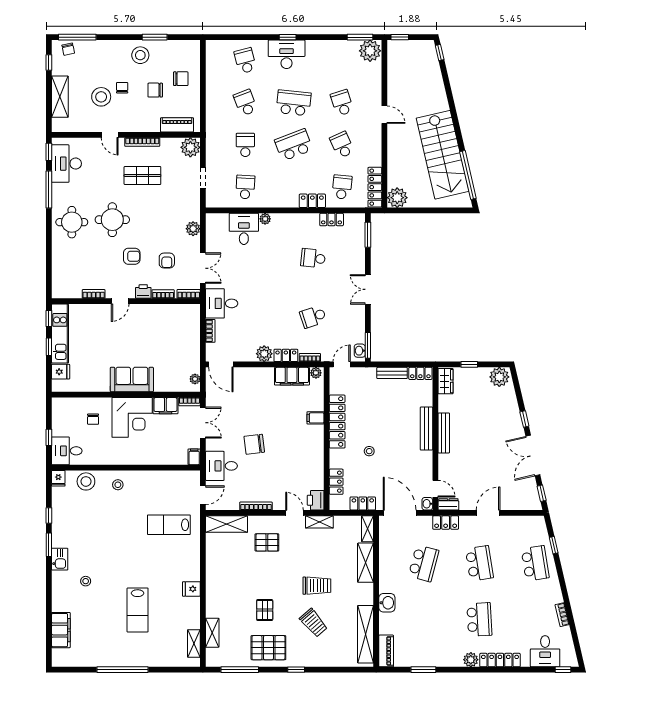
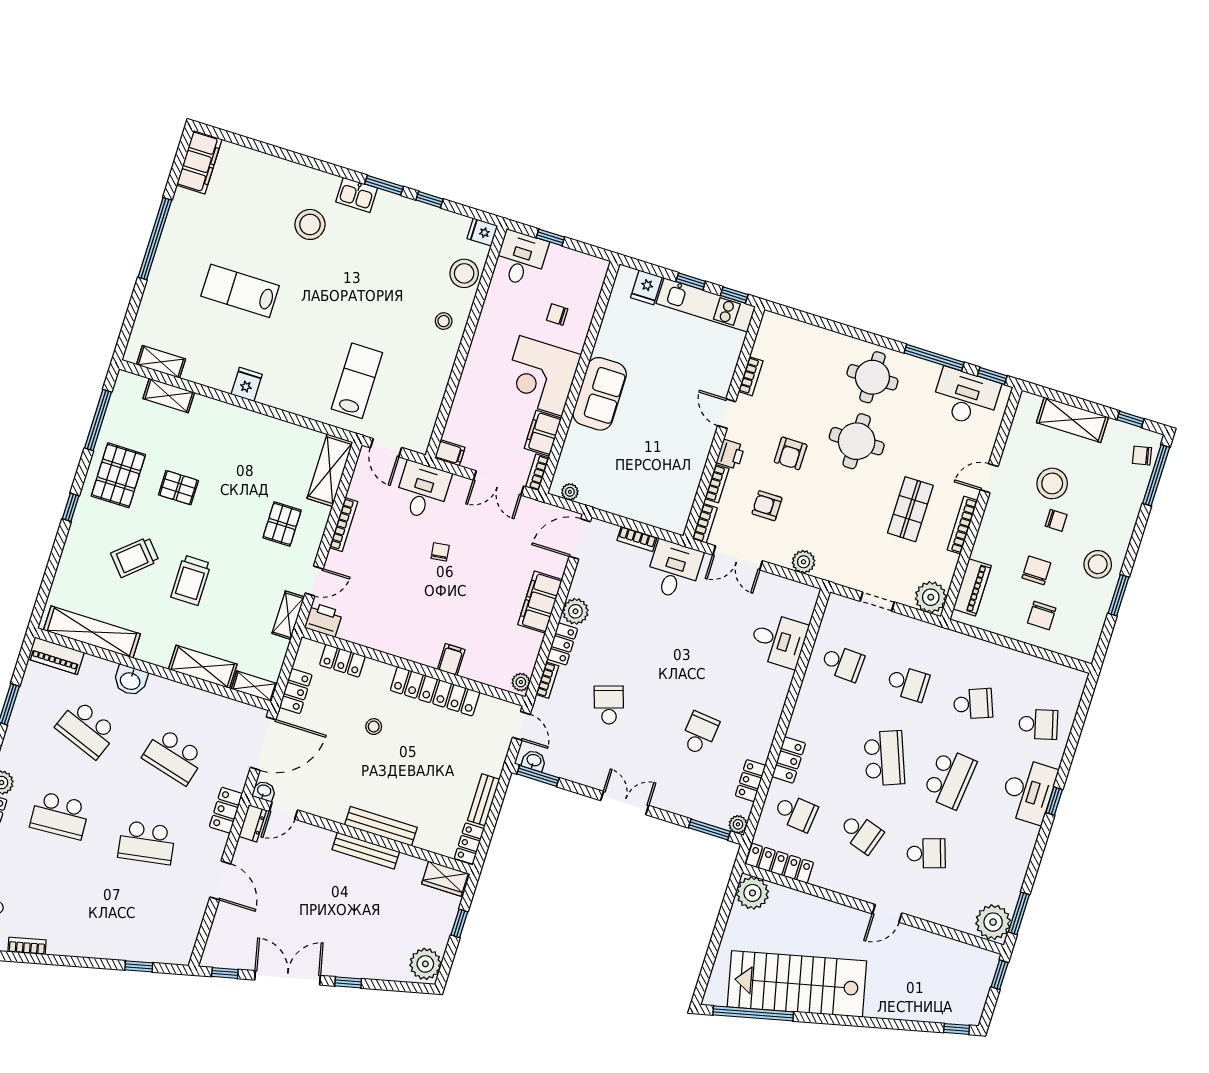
school desk: (342, 145) -> (861, 833), turned 42
plant: (265, 219) -> (738, 824), moved
filing cabinet: (292, 376) -> (540, 602), moved
chair: (254, 444) -> (440, 552), width x0.54, depth x0.54
school desk: (535, 563) -> (87, 729), moved, turned 30
stool: (86, 581) -> (310, 224), width x1.89, depth x1.89
filing cabinet: (61, 630) -> (199, 162), moved, turned -90

